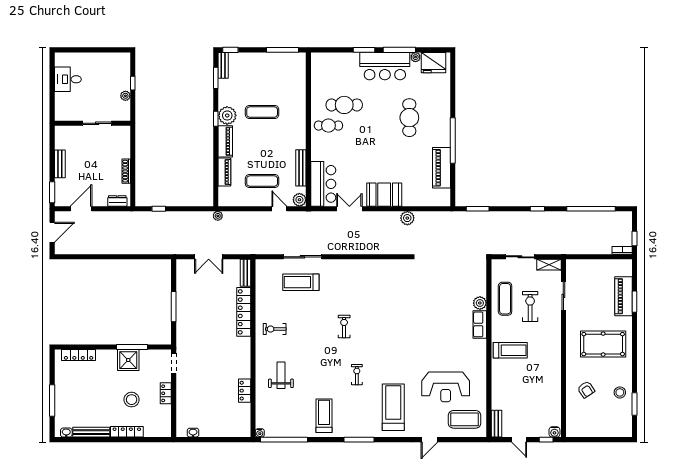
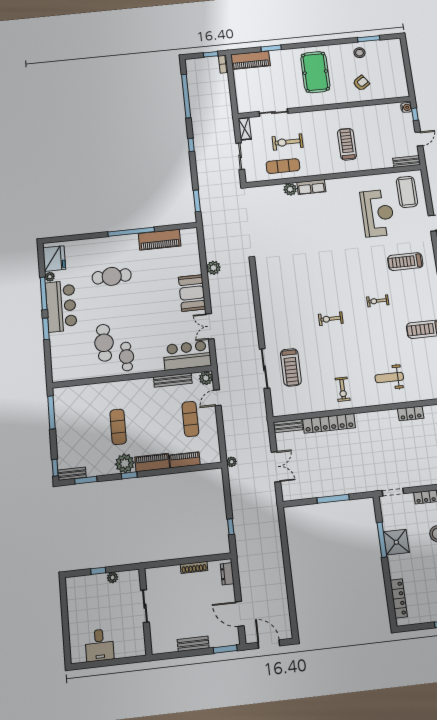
piano: (623, 296) -> (250, 60), moved
treadmill: (510, 350) -> (347, 144), moved
treadmill: (393, 407) -> (405, 262), width x0.73, depth x0.73

